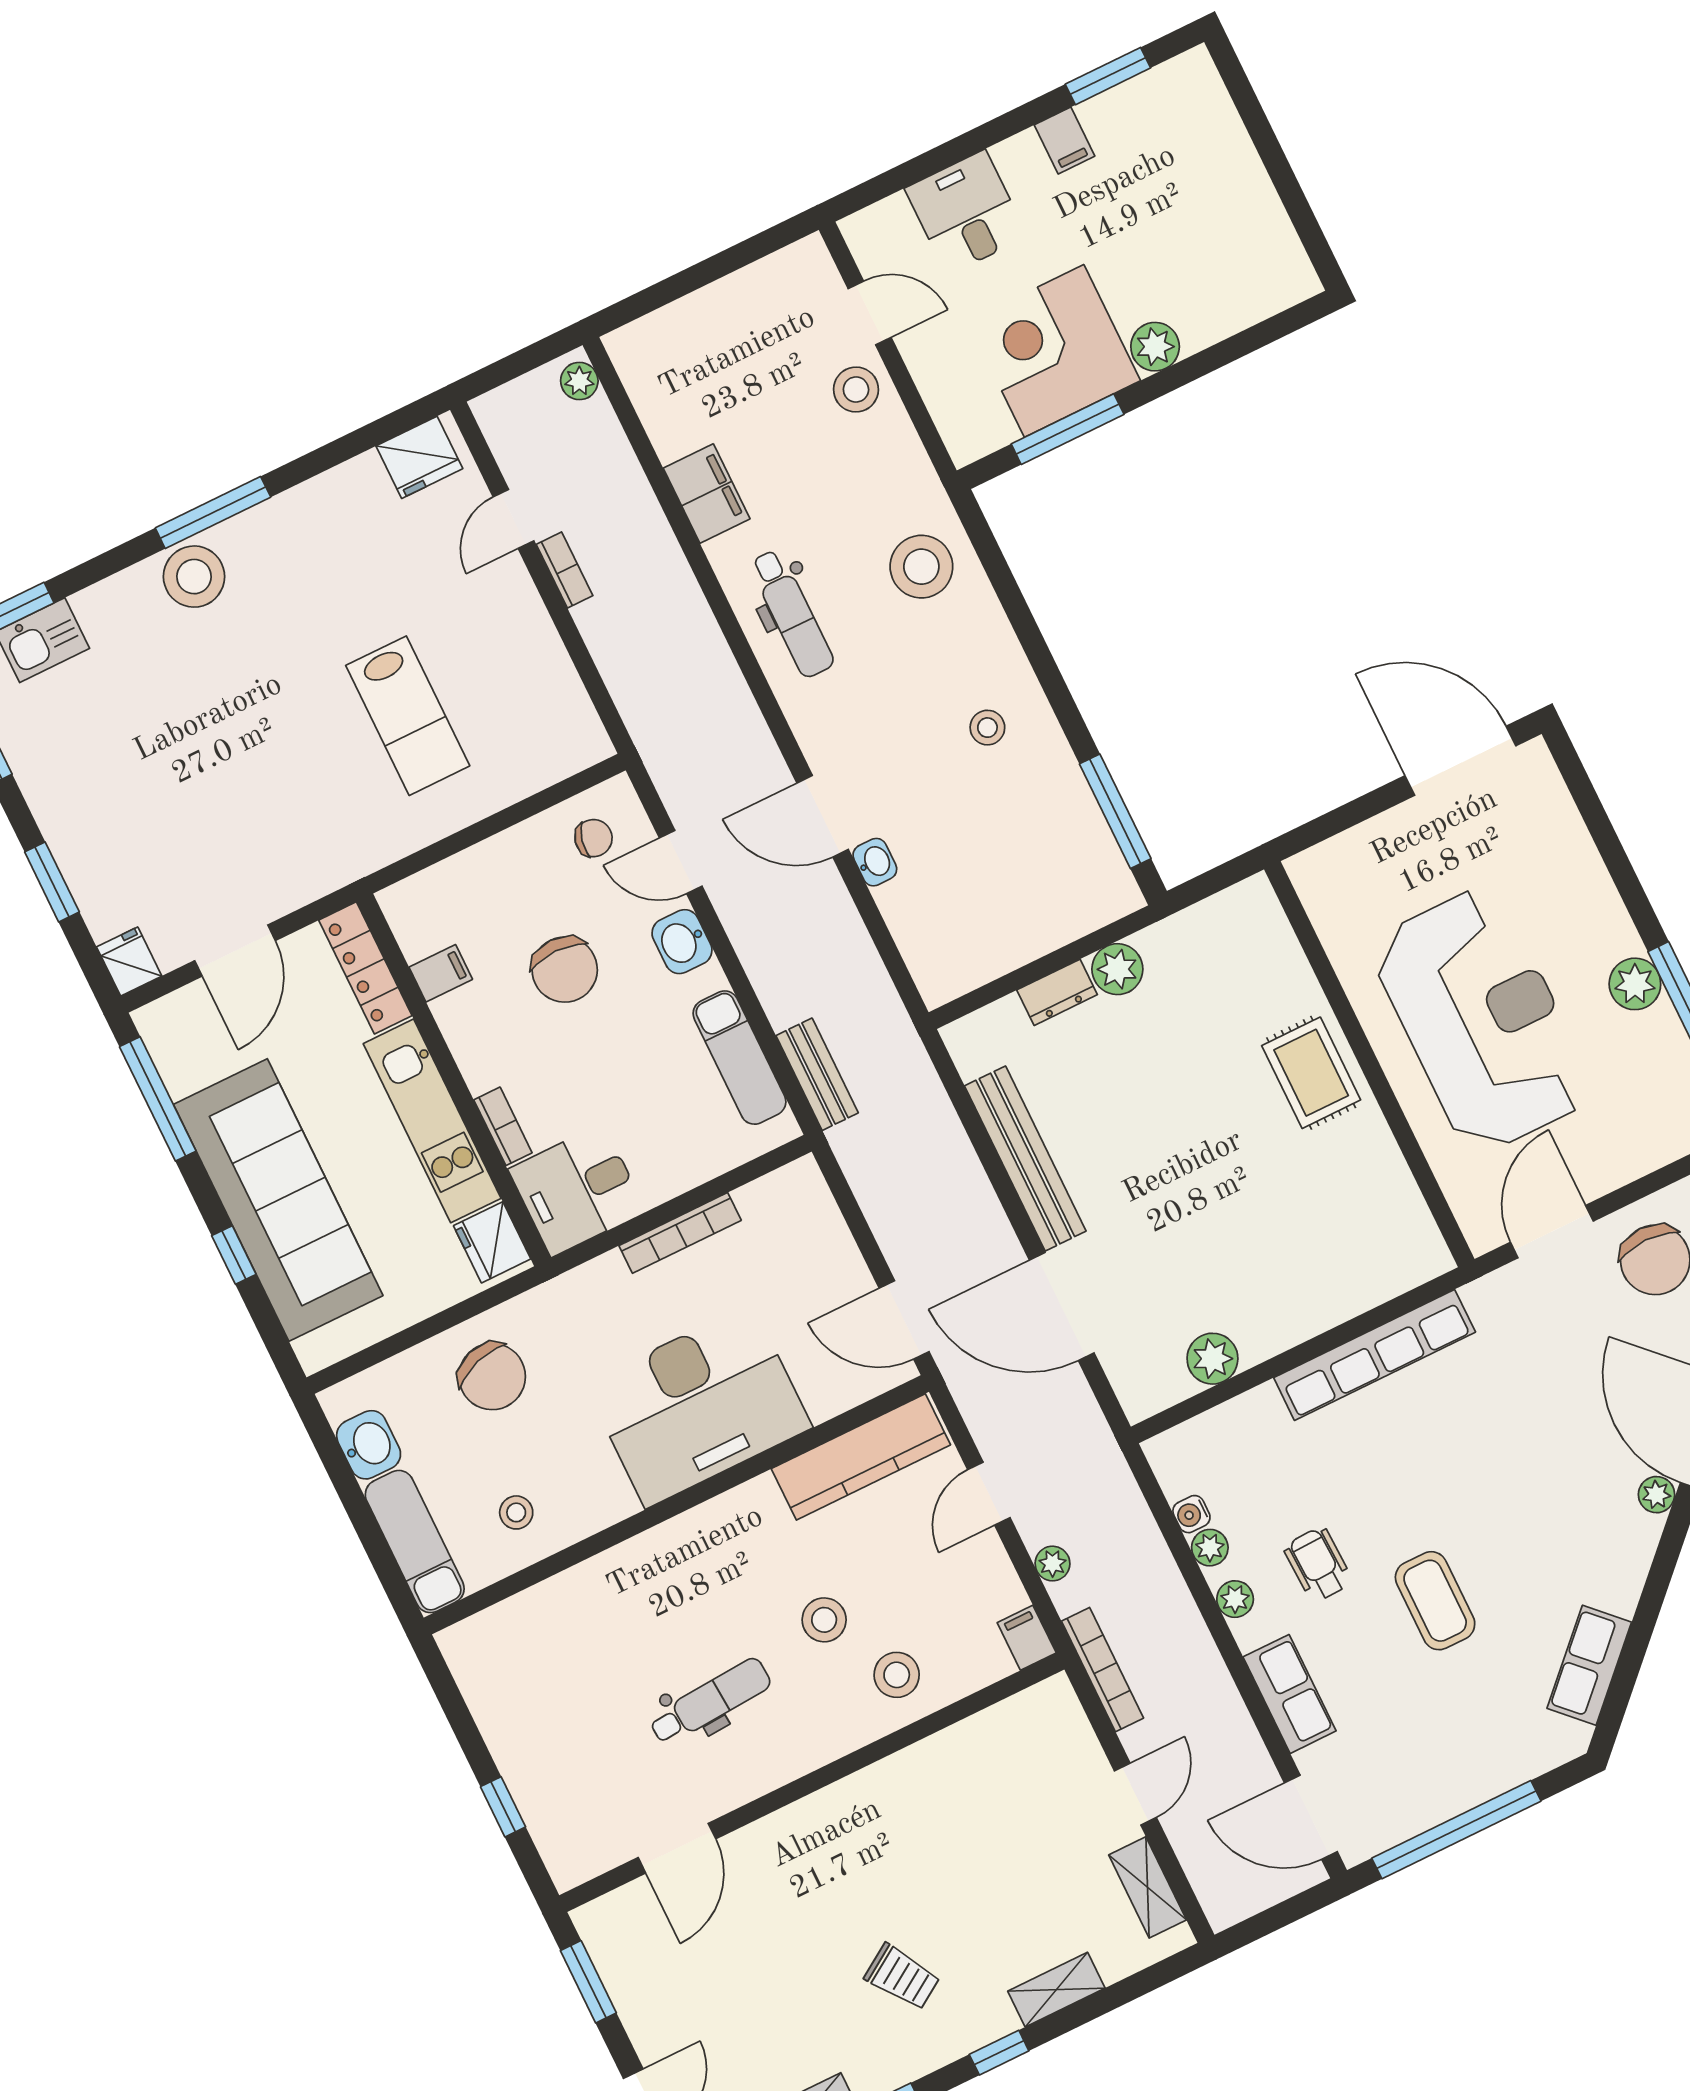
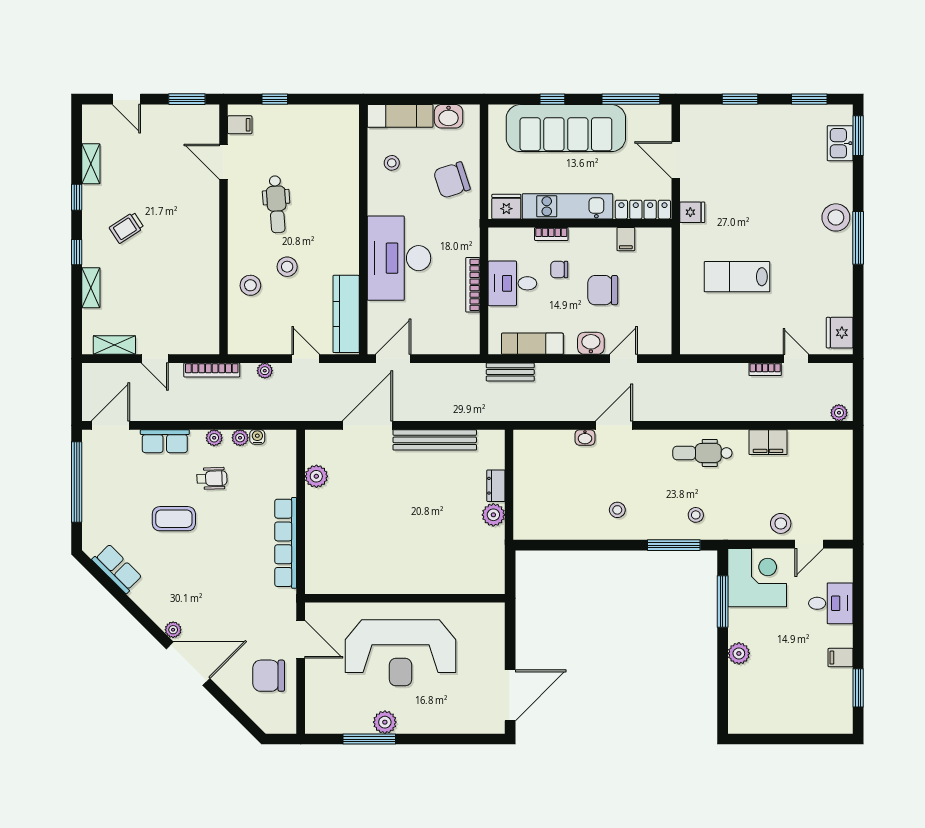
corner desk: (1054, 351) -> (757, 578), moved
stool: (921, 567) -> (696, 515), width x0.53, depth x0.53
window: (1115, 811) -> (674, 545), moved
chair: (594, 838) -> (559, 269), moved, turned 77
fridge: (129, 961) -> (692, 212), moved
rug: (1311, 1073) -> (413, 573), removed
desk: (577, 1190) -> (512, 283), moved, turned -90
filing cabinet: (1027, 1638) -> (240, 125), moved

